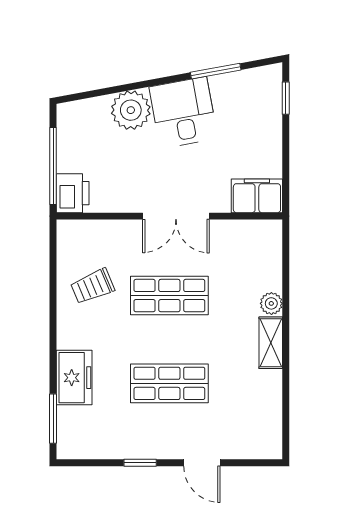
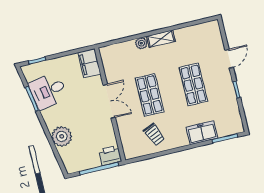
desk: (183, 113) -> (48, 91), moved

